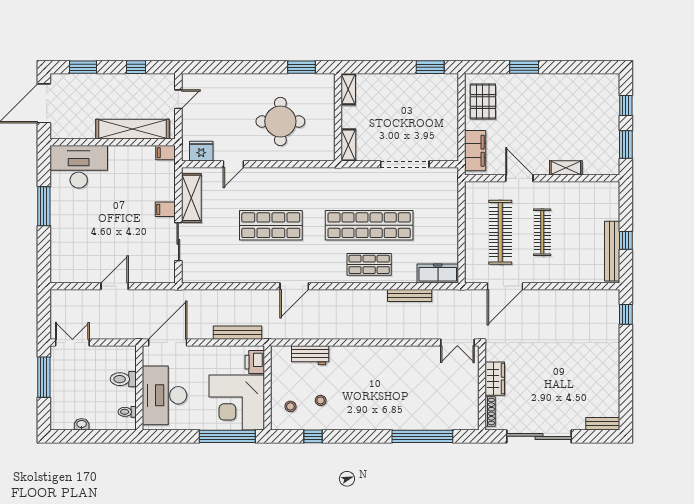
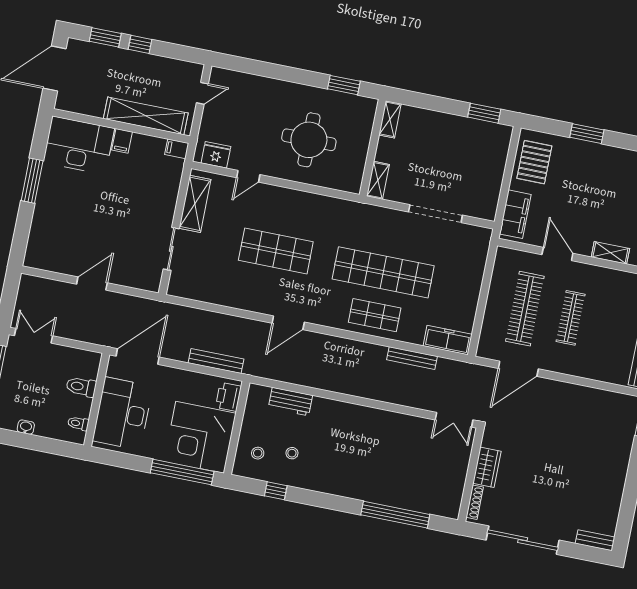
window: (136, 67) -> (140, 44), moved
filing cabinet: (165, 209) -> (122, 141), moved, turned -90

